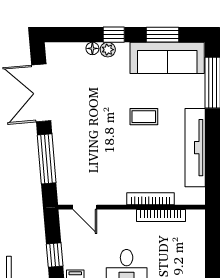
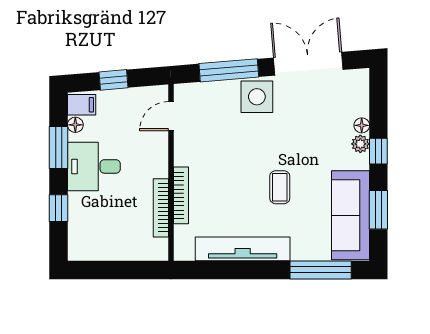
side table: (69, 136) -> (257, 97), added

